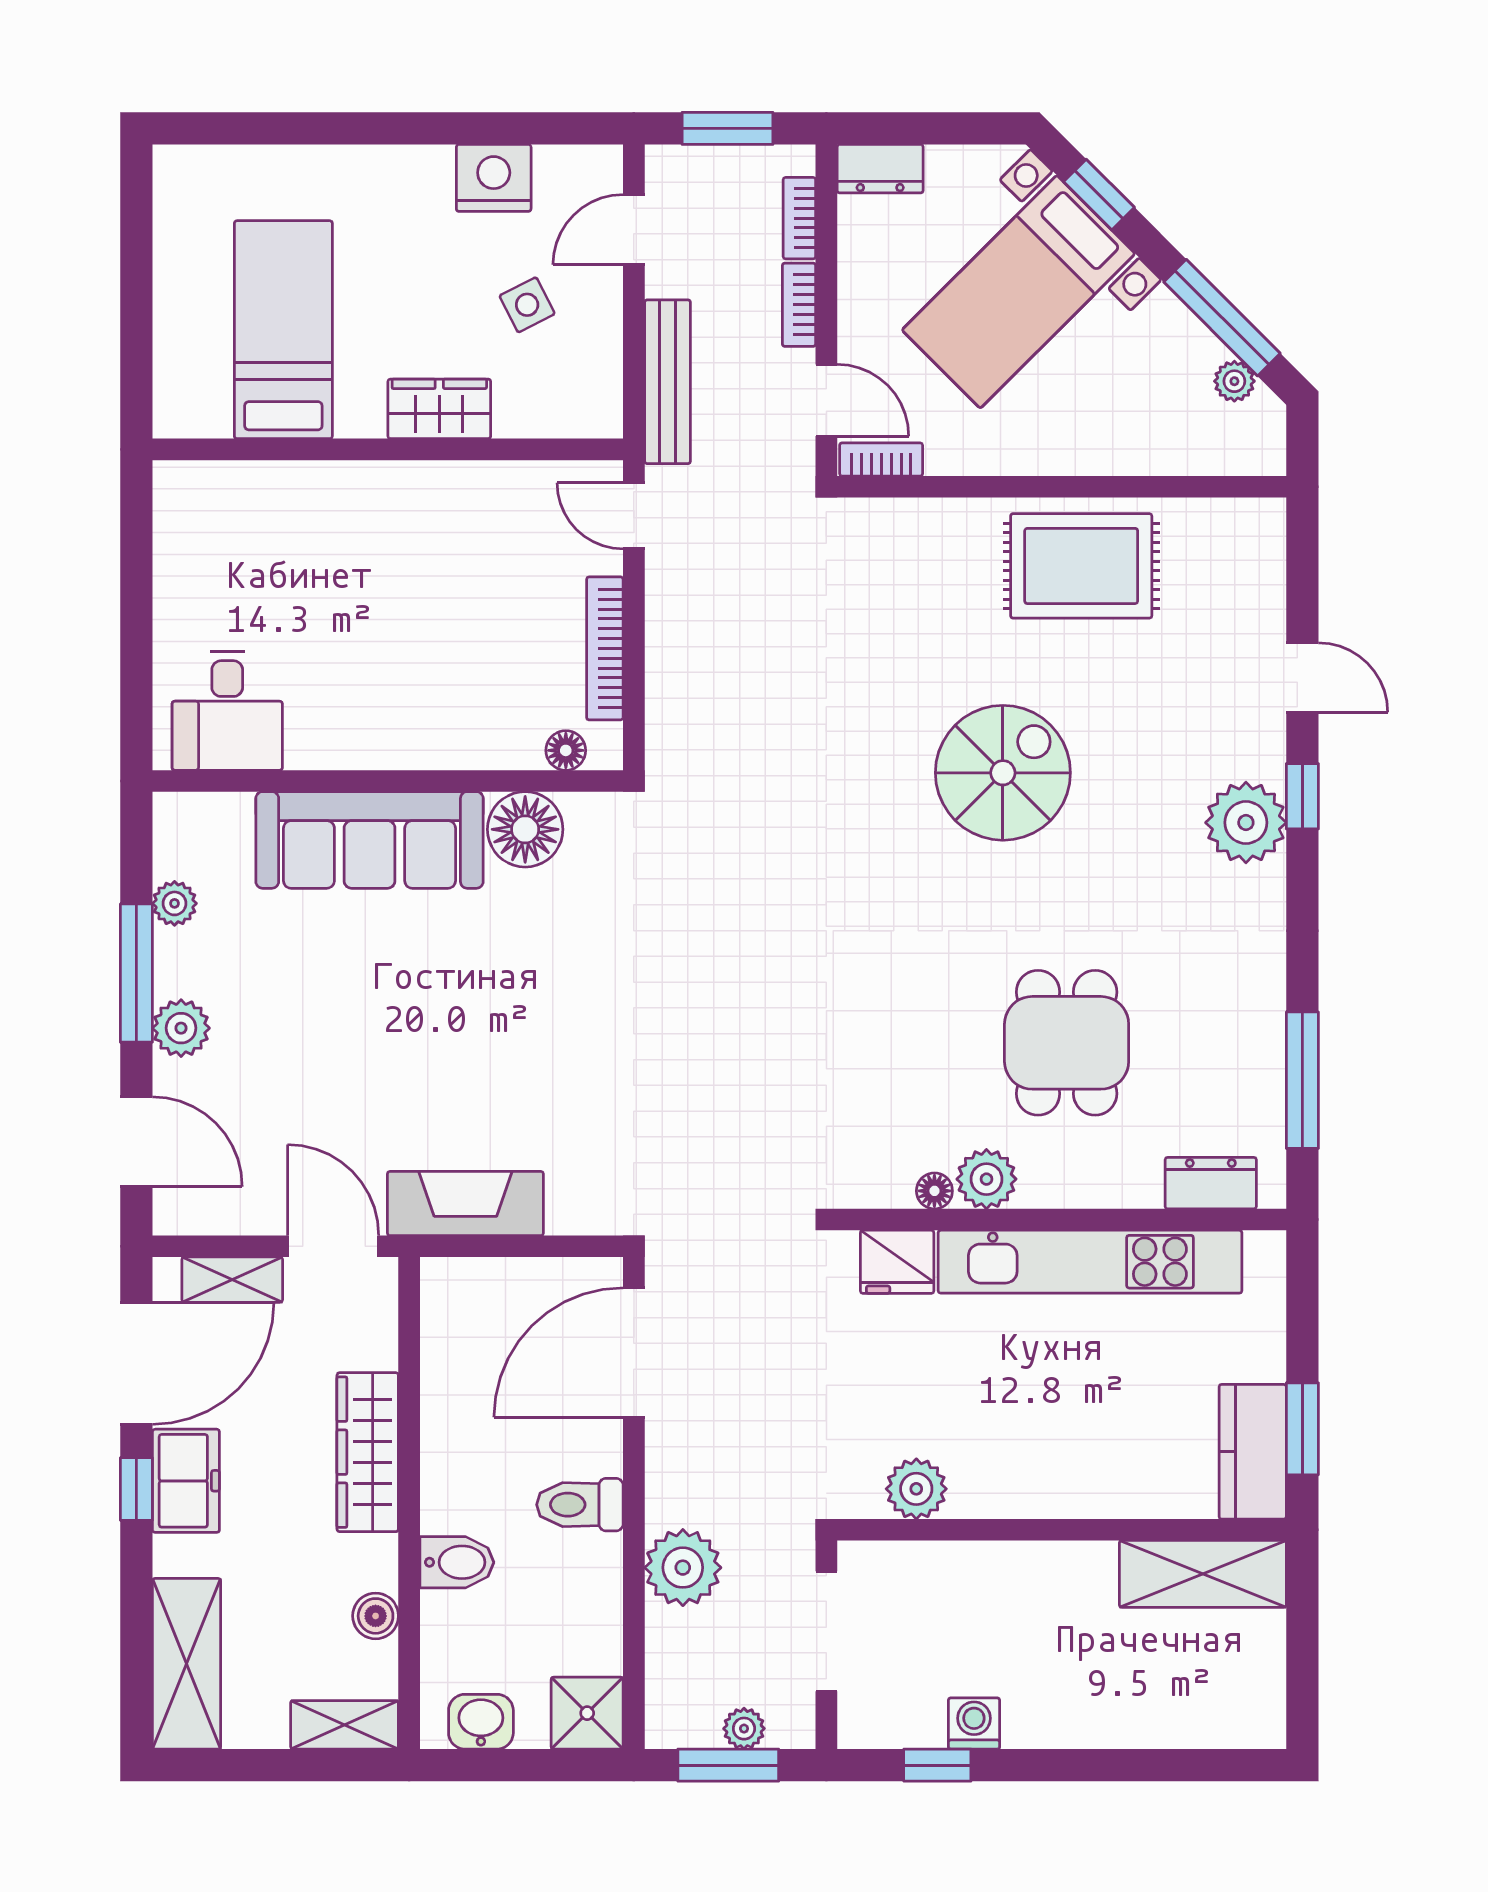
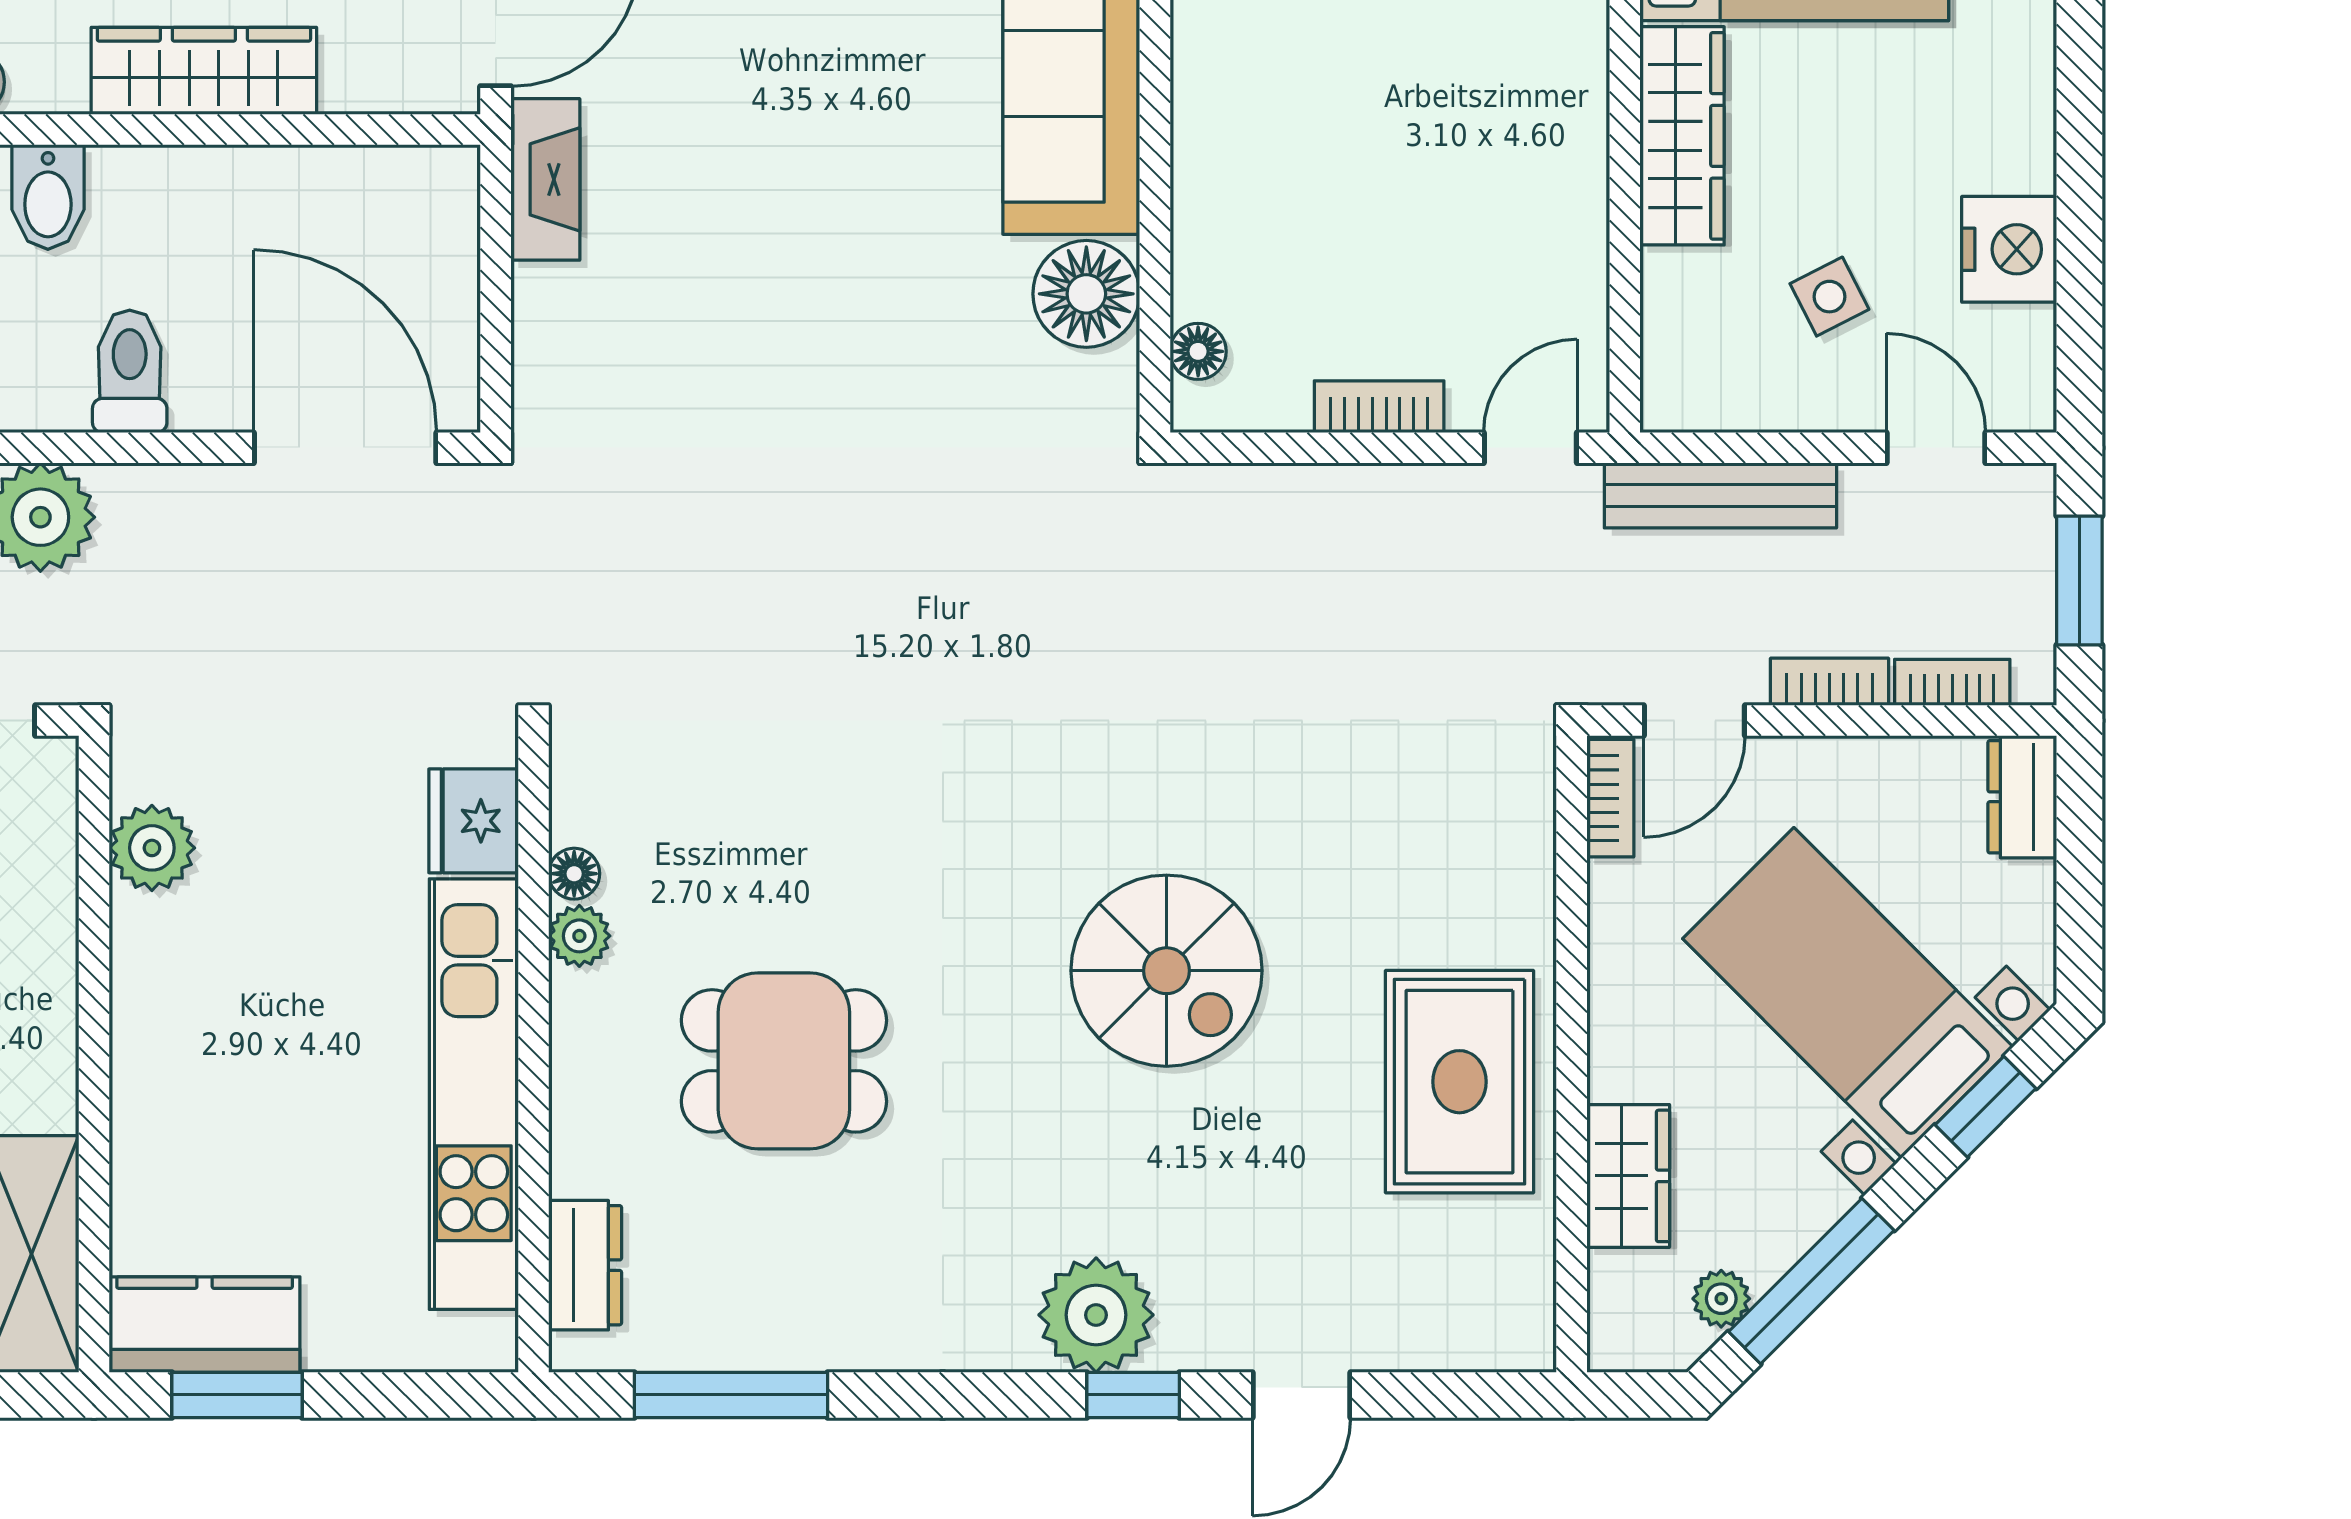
wardrobe: (439, 409) -> (1682, 136), width x1.50
wardrobe: (1148, 447) -> (1628, 1176), added
bookcase: (605, 648) -> (1379, 407), width x0.64
plant: (986, 1179) -> (579, 936), width x0.73, depth x0.73
fireplace: (465, 1203) -> (545, 179), width x0.73, depth x0.76

